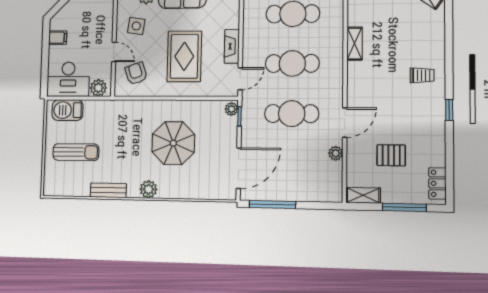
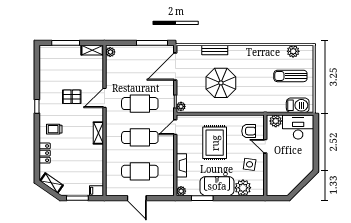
filing cabinet: (58, 38) -> (307, 157), removed
shelving: (355, 44) -> (98, 133), moved
fireplace: (232, 46) -> (181, 165), moved
armchair: (136, 73) -> (249, 131), turned -71
plant: (336, 153) -> (110, 52), moved
pallet: (391, 155) -> (72, 97), moved
locker: (437, 183) -> (45, 153), moved
plant: (148, 189) -> (293, 51), moved
bench: (108, 190) -> (215, 50), moved

